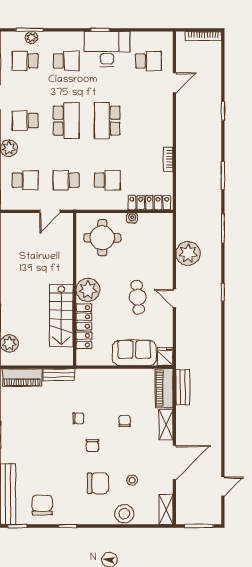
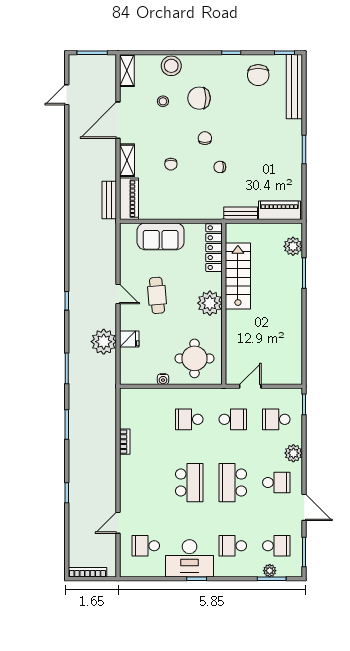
locker: (149, 203) -> (145, 396), removed
locker: (84, 326) -> (214, 248), moved
fridge: (165, 357) -> (129, 339), moved, turned -90

